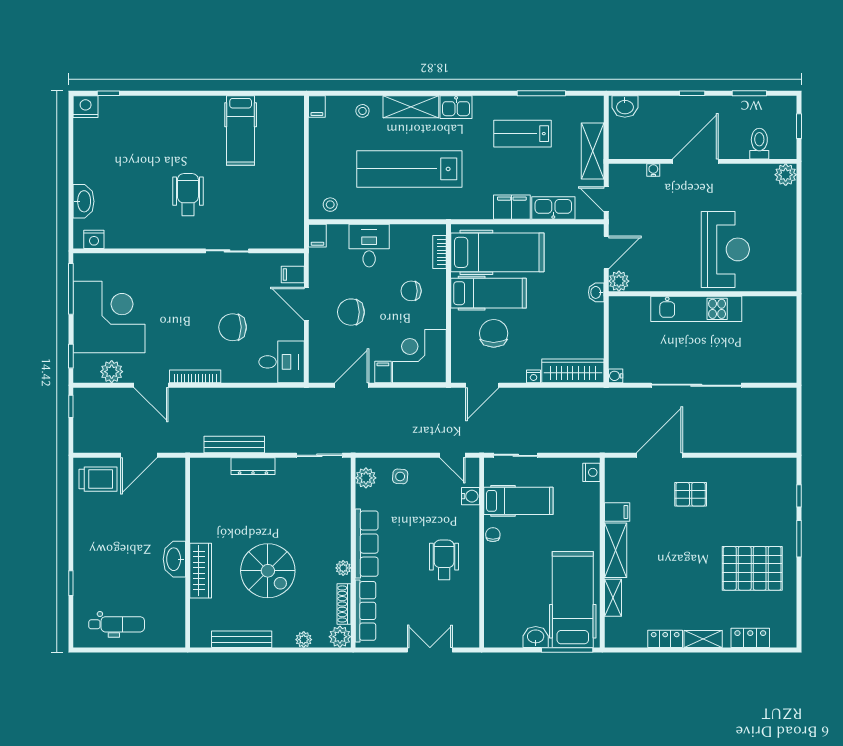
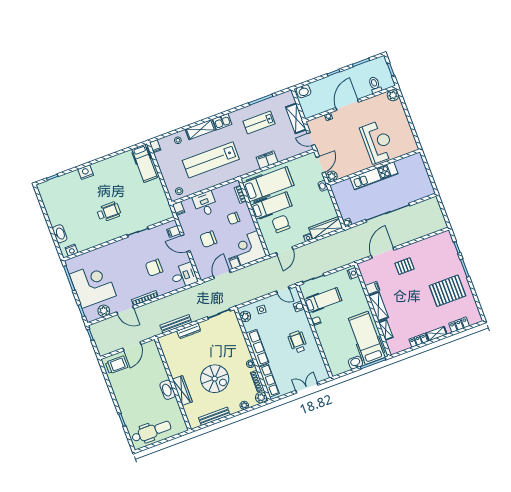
nightstand: (86, 107) -> (86, 172), moved
hospital bed: (241, 130) -> (145, 163), moved
wheelchair: (188, 195) -> (109, 212), turned 90
kitchen sink: (553, 208) -> (287, 153), removed
dental chair: (117, 624) -> (151, 432), width x1.36, depth x1.38

